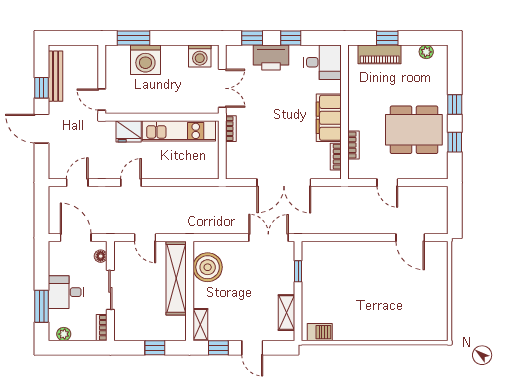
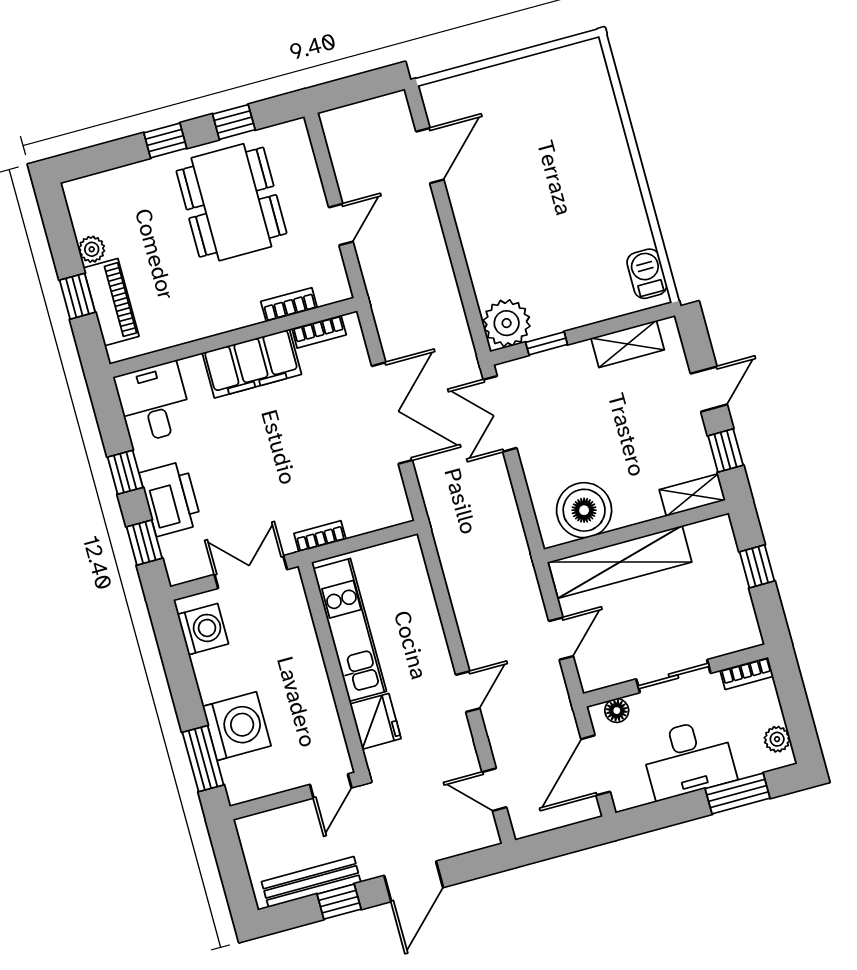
plant: (426, 52) -> (92, 249), moved
door: (131, 183) -> (468, 692), swing flipped
plant: (314, 254) -> (507, 323), added
desk: (66, 292) -> (688, 759), width x1.37

